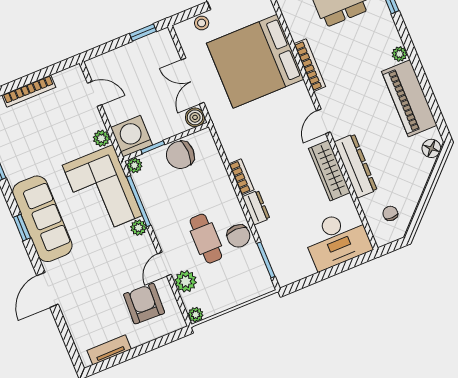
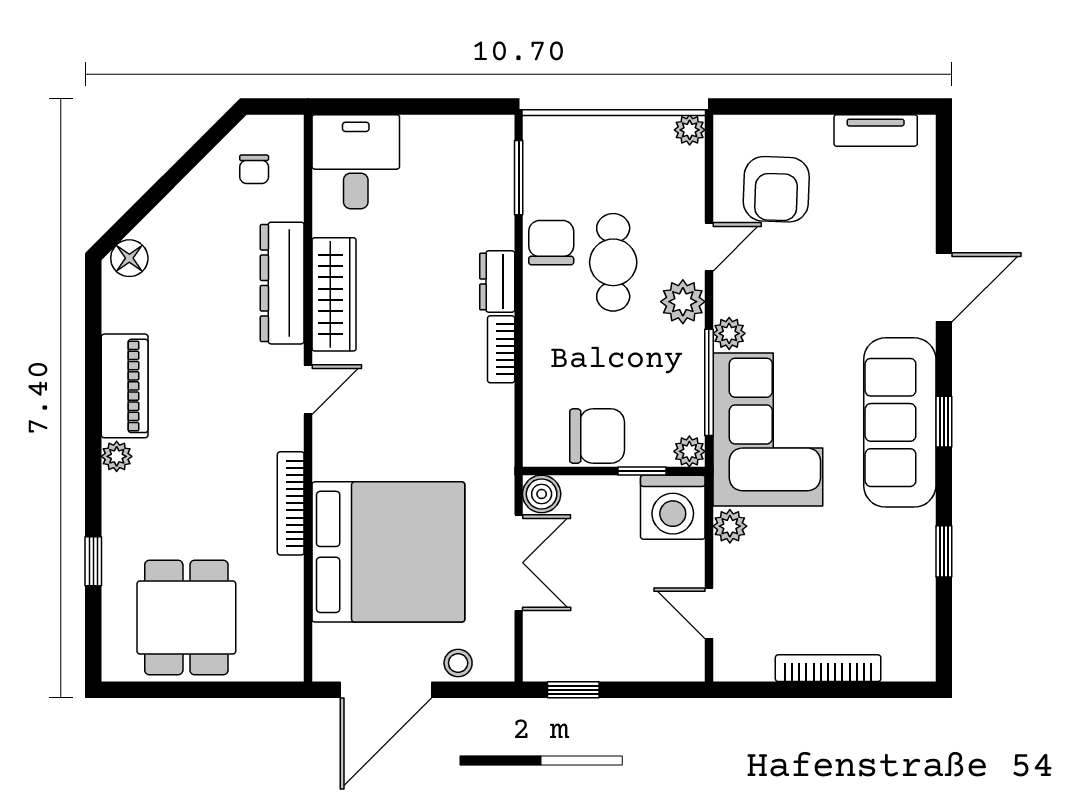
piano: (409, 98) -> (125, 386), width x0.73, depth x0.75
desk: (337, 239) -> (356, 162), width x0.73
plant: (186, 281) -> (683, 302), moved

